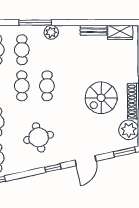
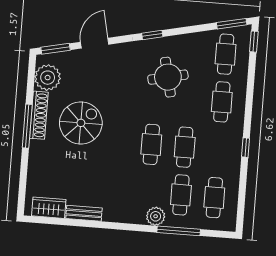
window: (35, 23) -> (179, 231), moved
plant: (51, 32) -> (156, 216), moved
door: (86, 161) -> (95, 43), moved

